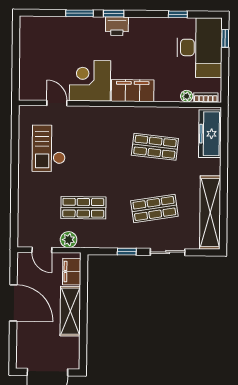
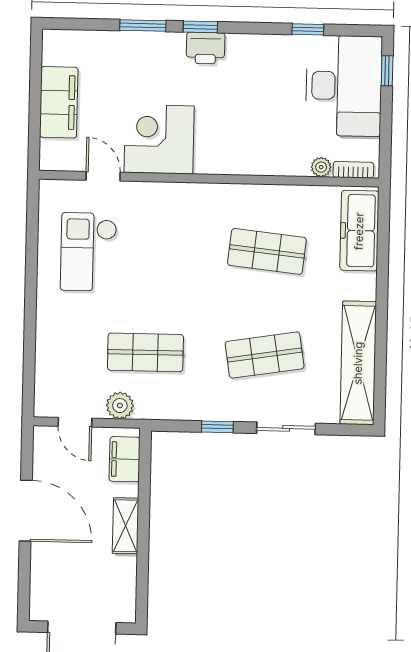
filing cabinet: (133, 91) -> (59, 102), moved, turned 90
shelving: (70, 311) -> (125, 526), width x0.67, depth x0.75

